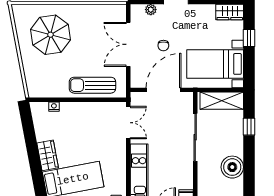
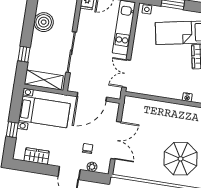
wardrobe: (230, 12) -> (37, 156), moved
chair: (163, 46) -> (88, 149), moved
sun lounger: (92, 85) -> (152, 110), removed

